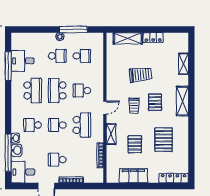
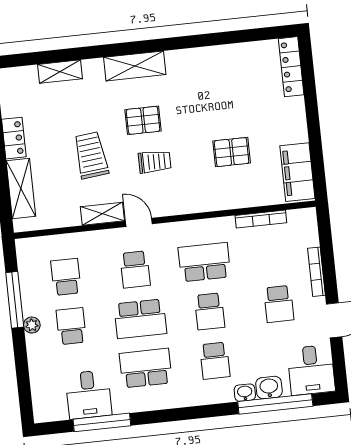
door: (105, 108) -> (139, 222), moved
shelving: (111, 134) -> (102, 214), moved
pallet: (164, 140) -> (216, 95), removed
filing cabinet: (133, 176) -> (297, 172), moved

